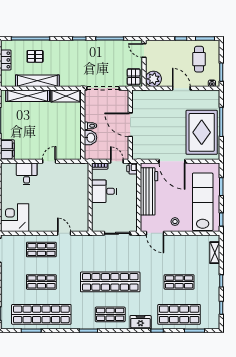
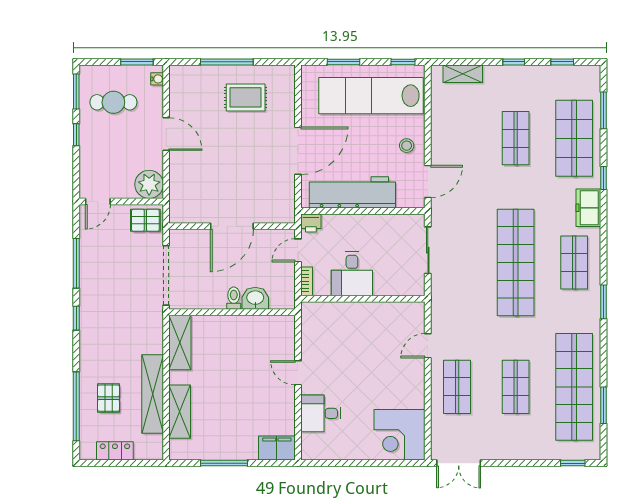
door: (181, 88) -> (166, 134), swing flipped
shelving: (28, 96) -> (180, 412), width x0.68
rug: (202, 132) -> (246, 97), width x0.54, depth x0.49

